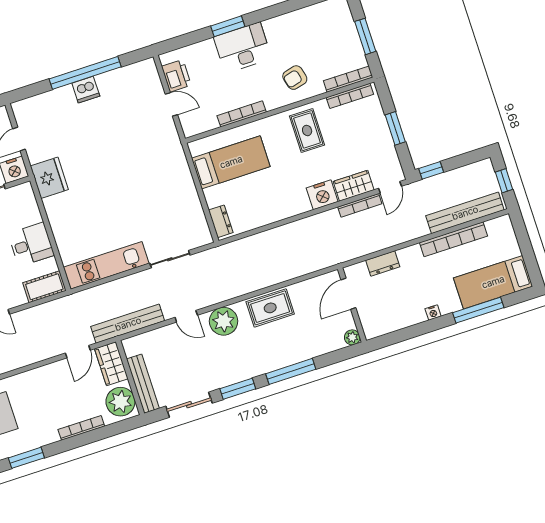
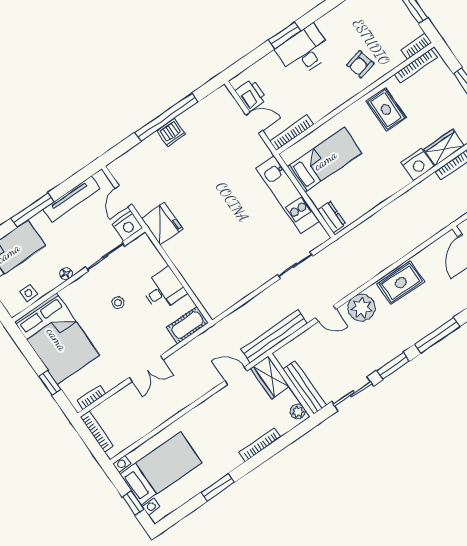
bookcase: (348, 79) -> (416, 46), width x0.64
bookcase: (242, 114) -> (292, 133), moved
kitchen unit: (106, 265) -> (288, 195), moved, turned -90
door: (78, 352) -> (236, 376), swing flipped
plant: (120, 402) -> (298, 412), width x0.53, depth x0.53

